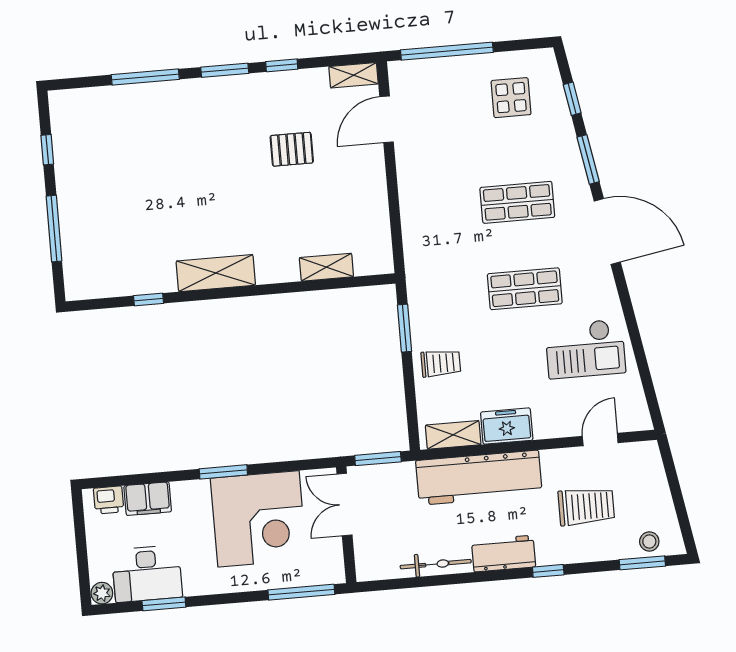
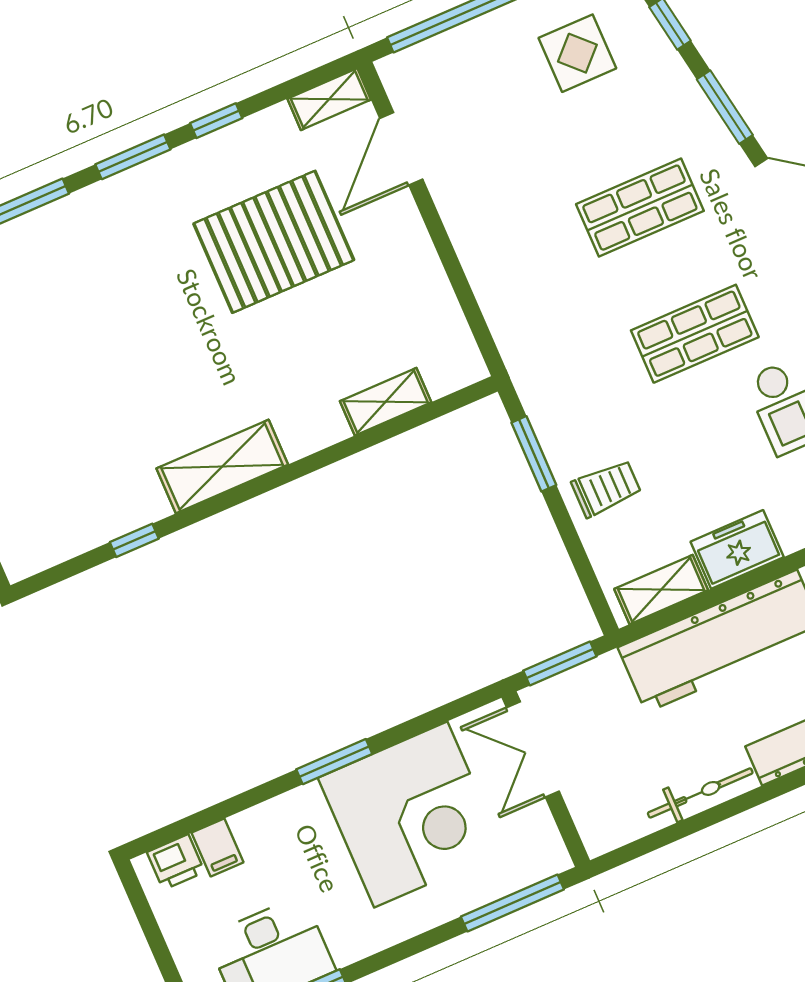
pallet: (292, 149) -> (274, 242), width x2.05, depth x2.00
filing cabinet: (148, 499) -> (217, 847), width x0.50

